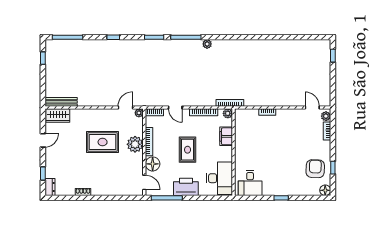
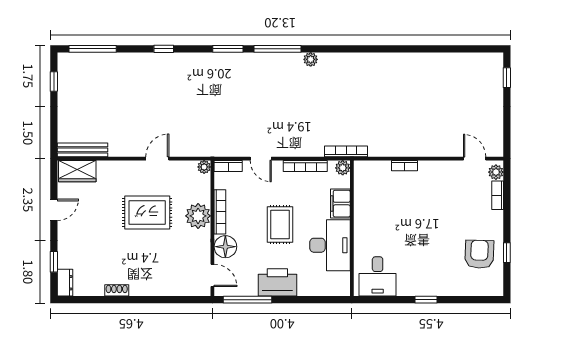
door: (125, 108) -> (157, 159), moved
desk: (220, 178) -> (330, 245), moved
floor lamp: (325, 190) -> (495, 288), removed

